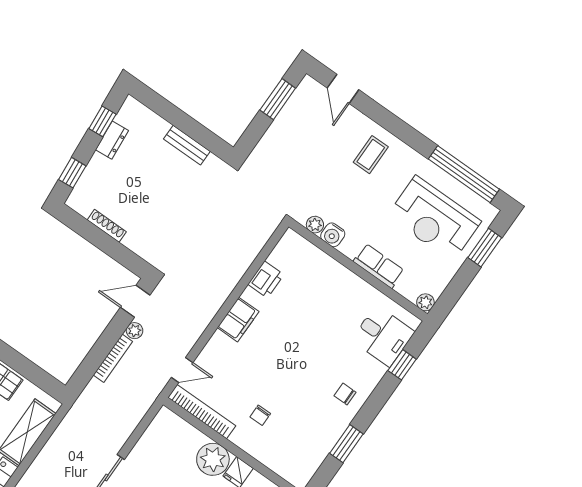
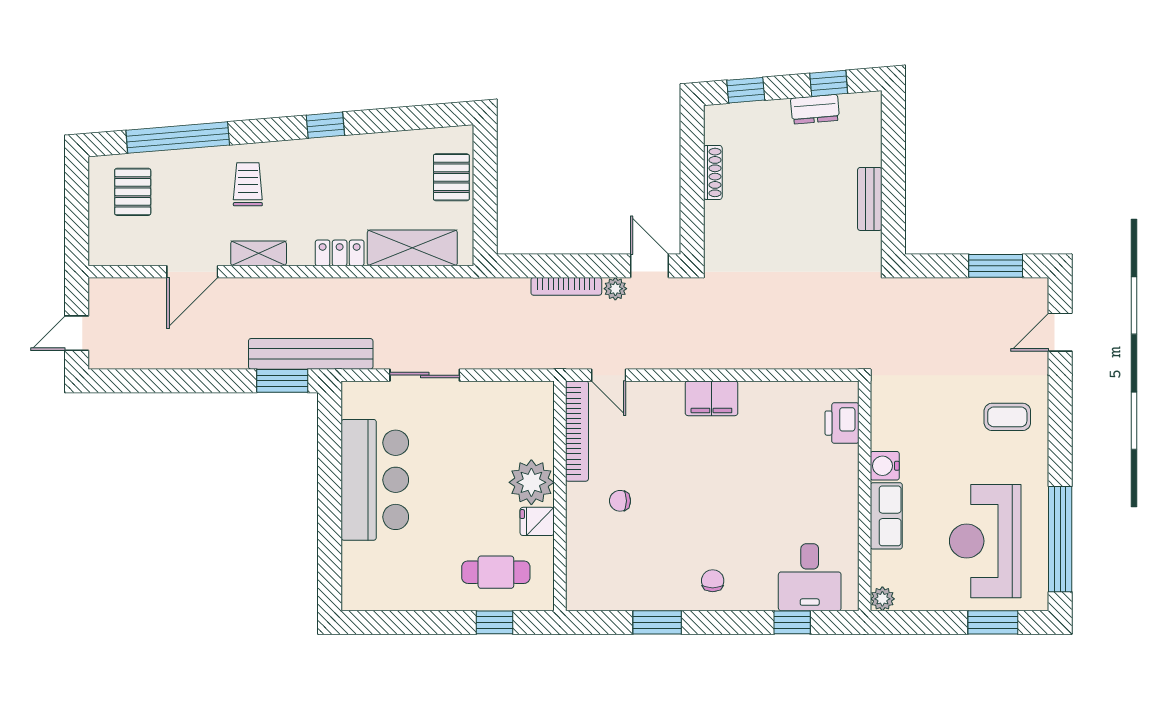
plant: (315, 225) -> (882, 410), removed
water cooler: (333, 235) -> (885, 466), moved
printer: (266, 279) -> (842, 423), moved, turned 90

